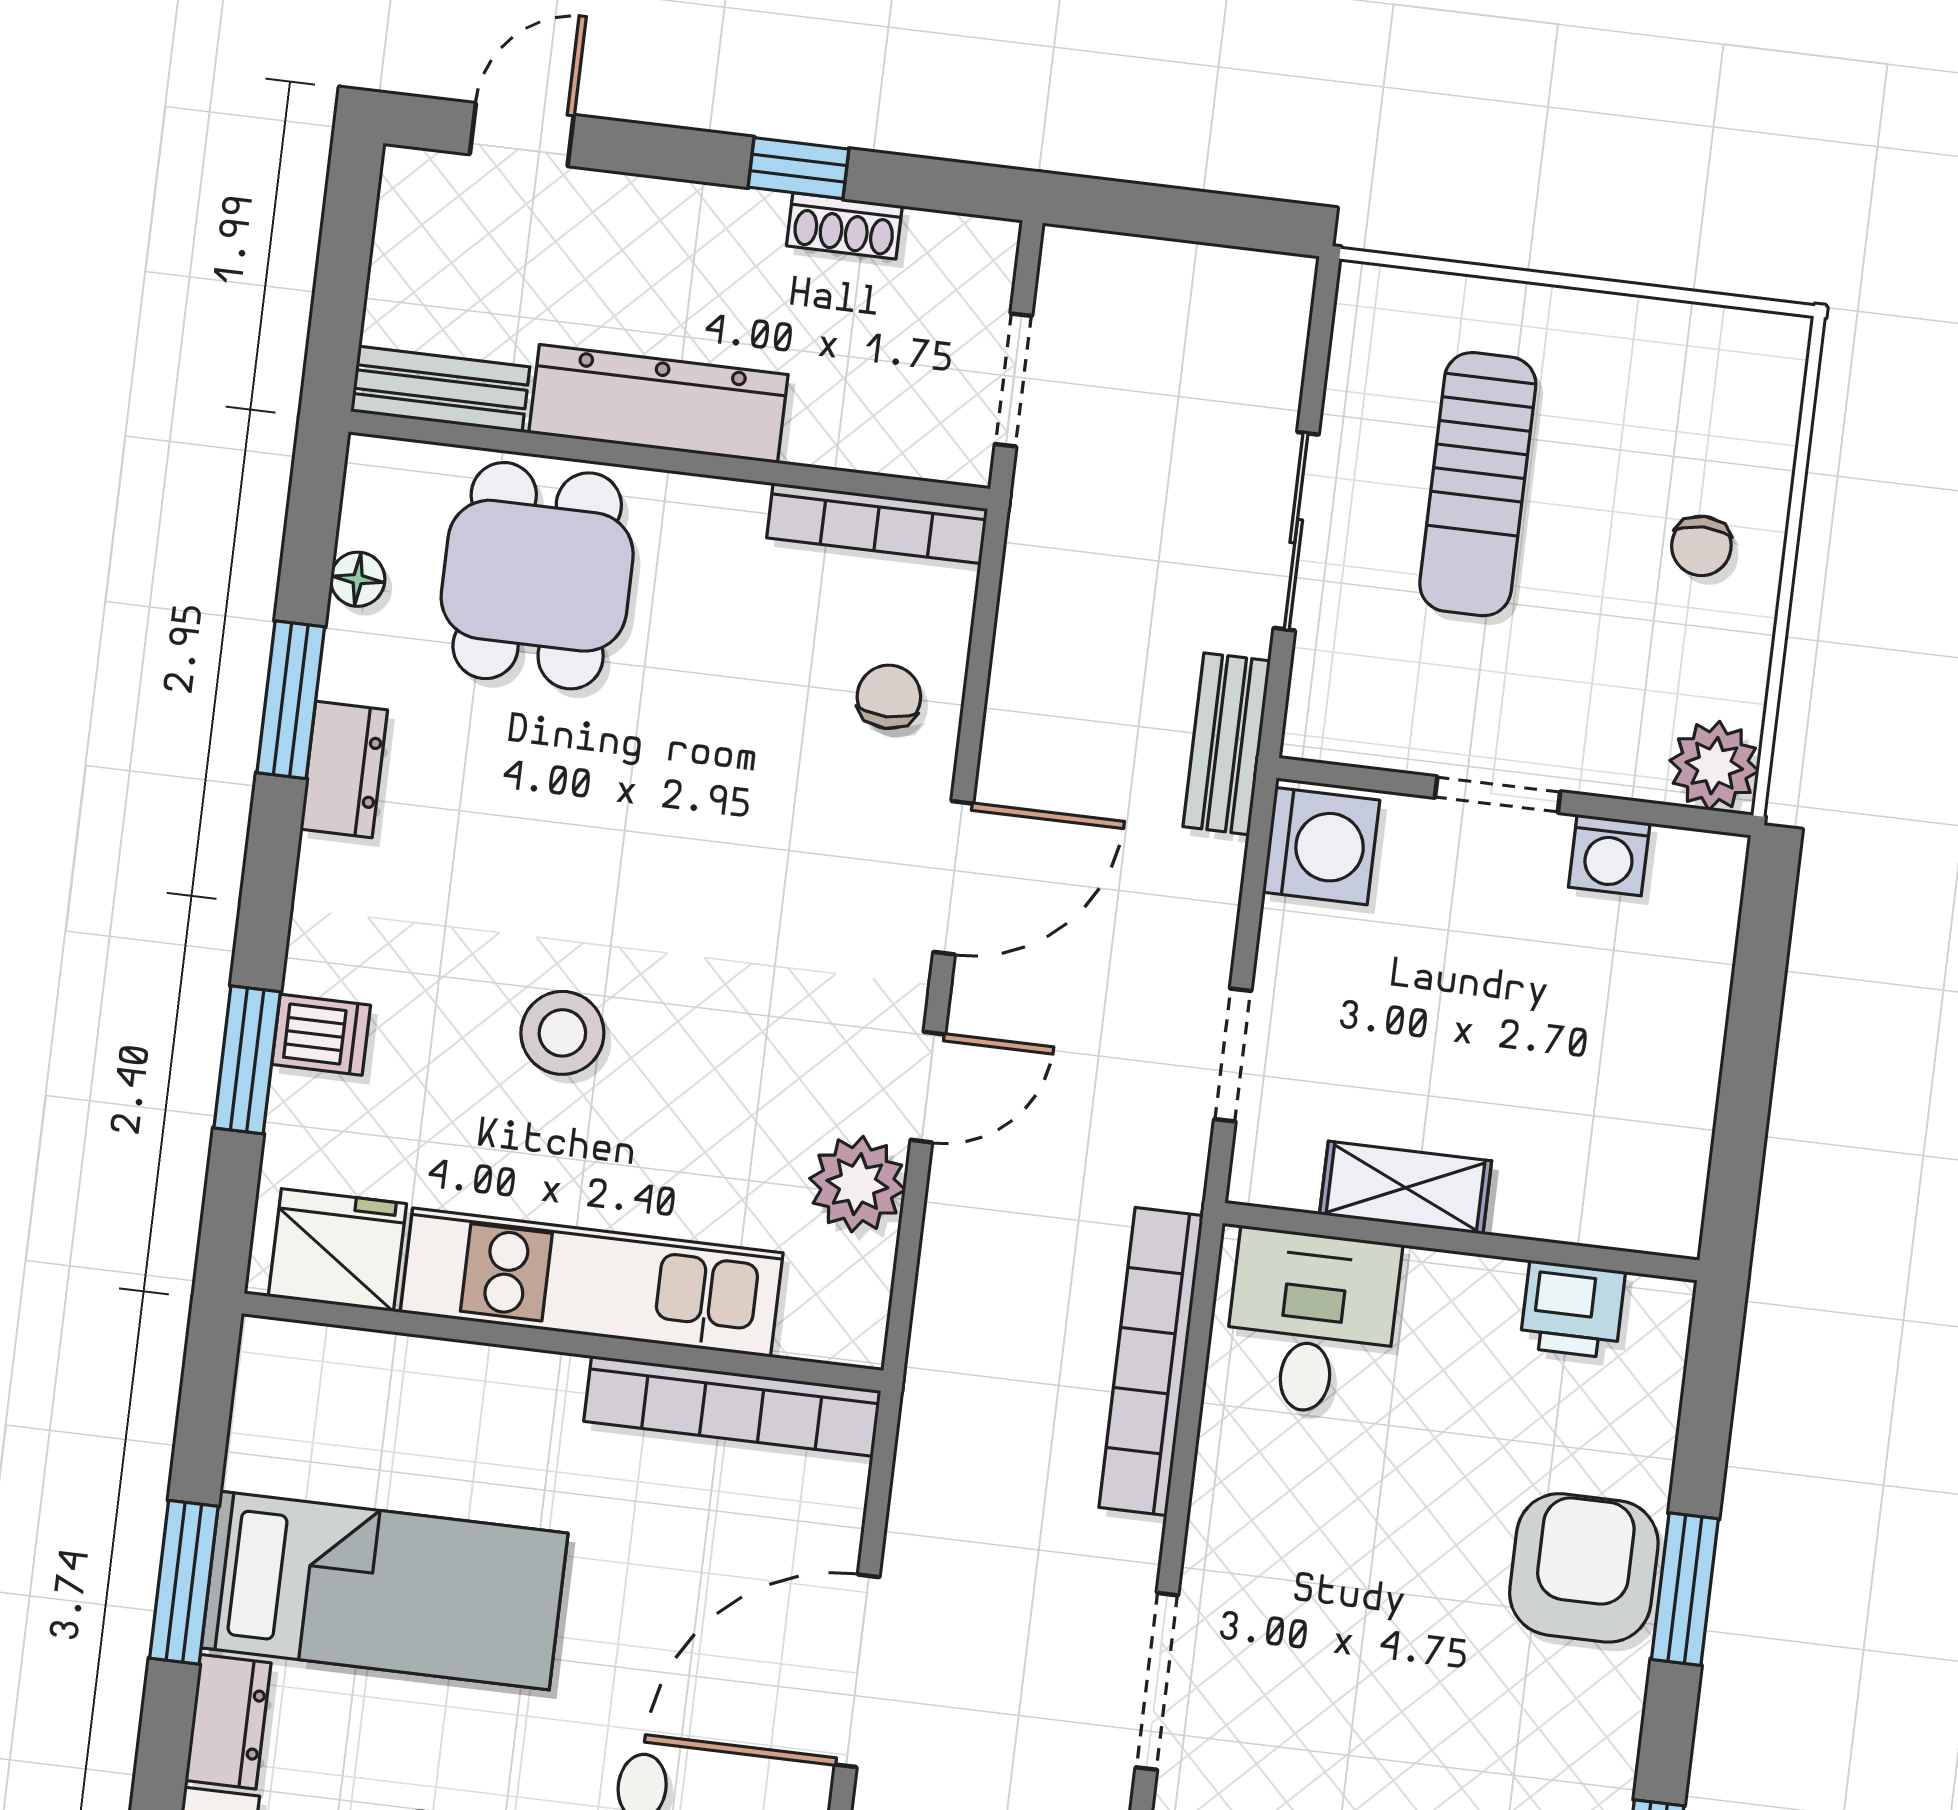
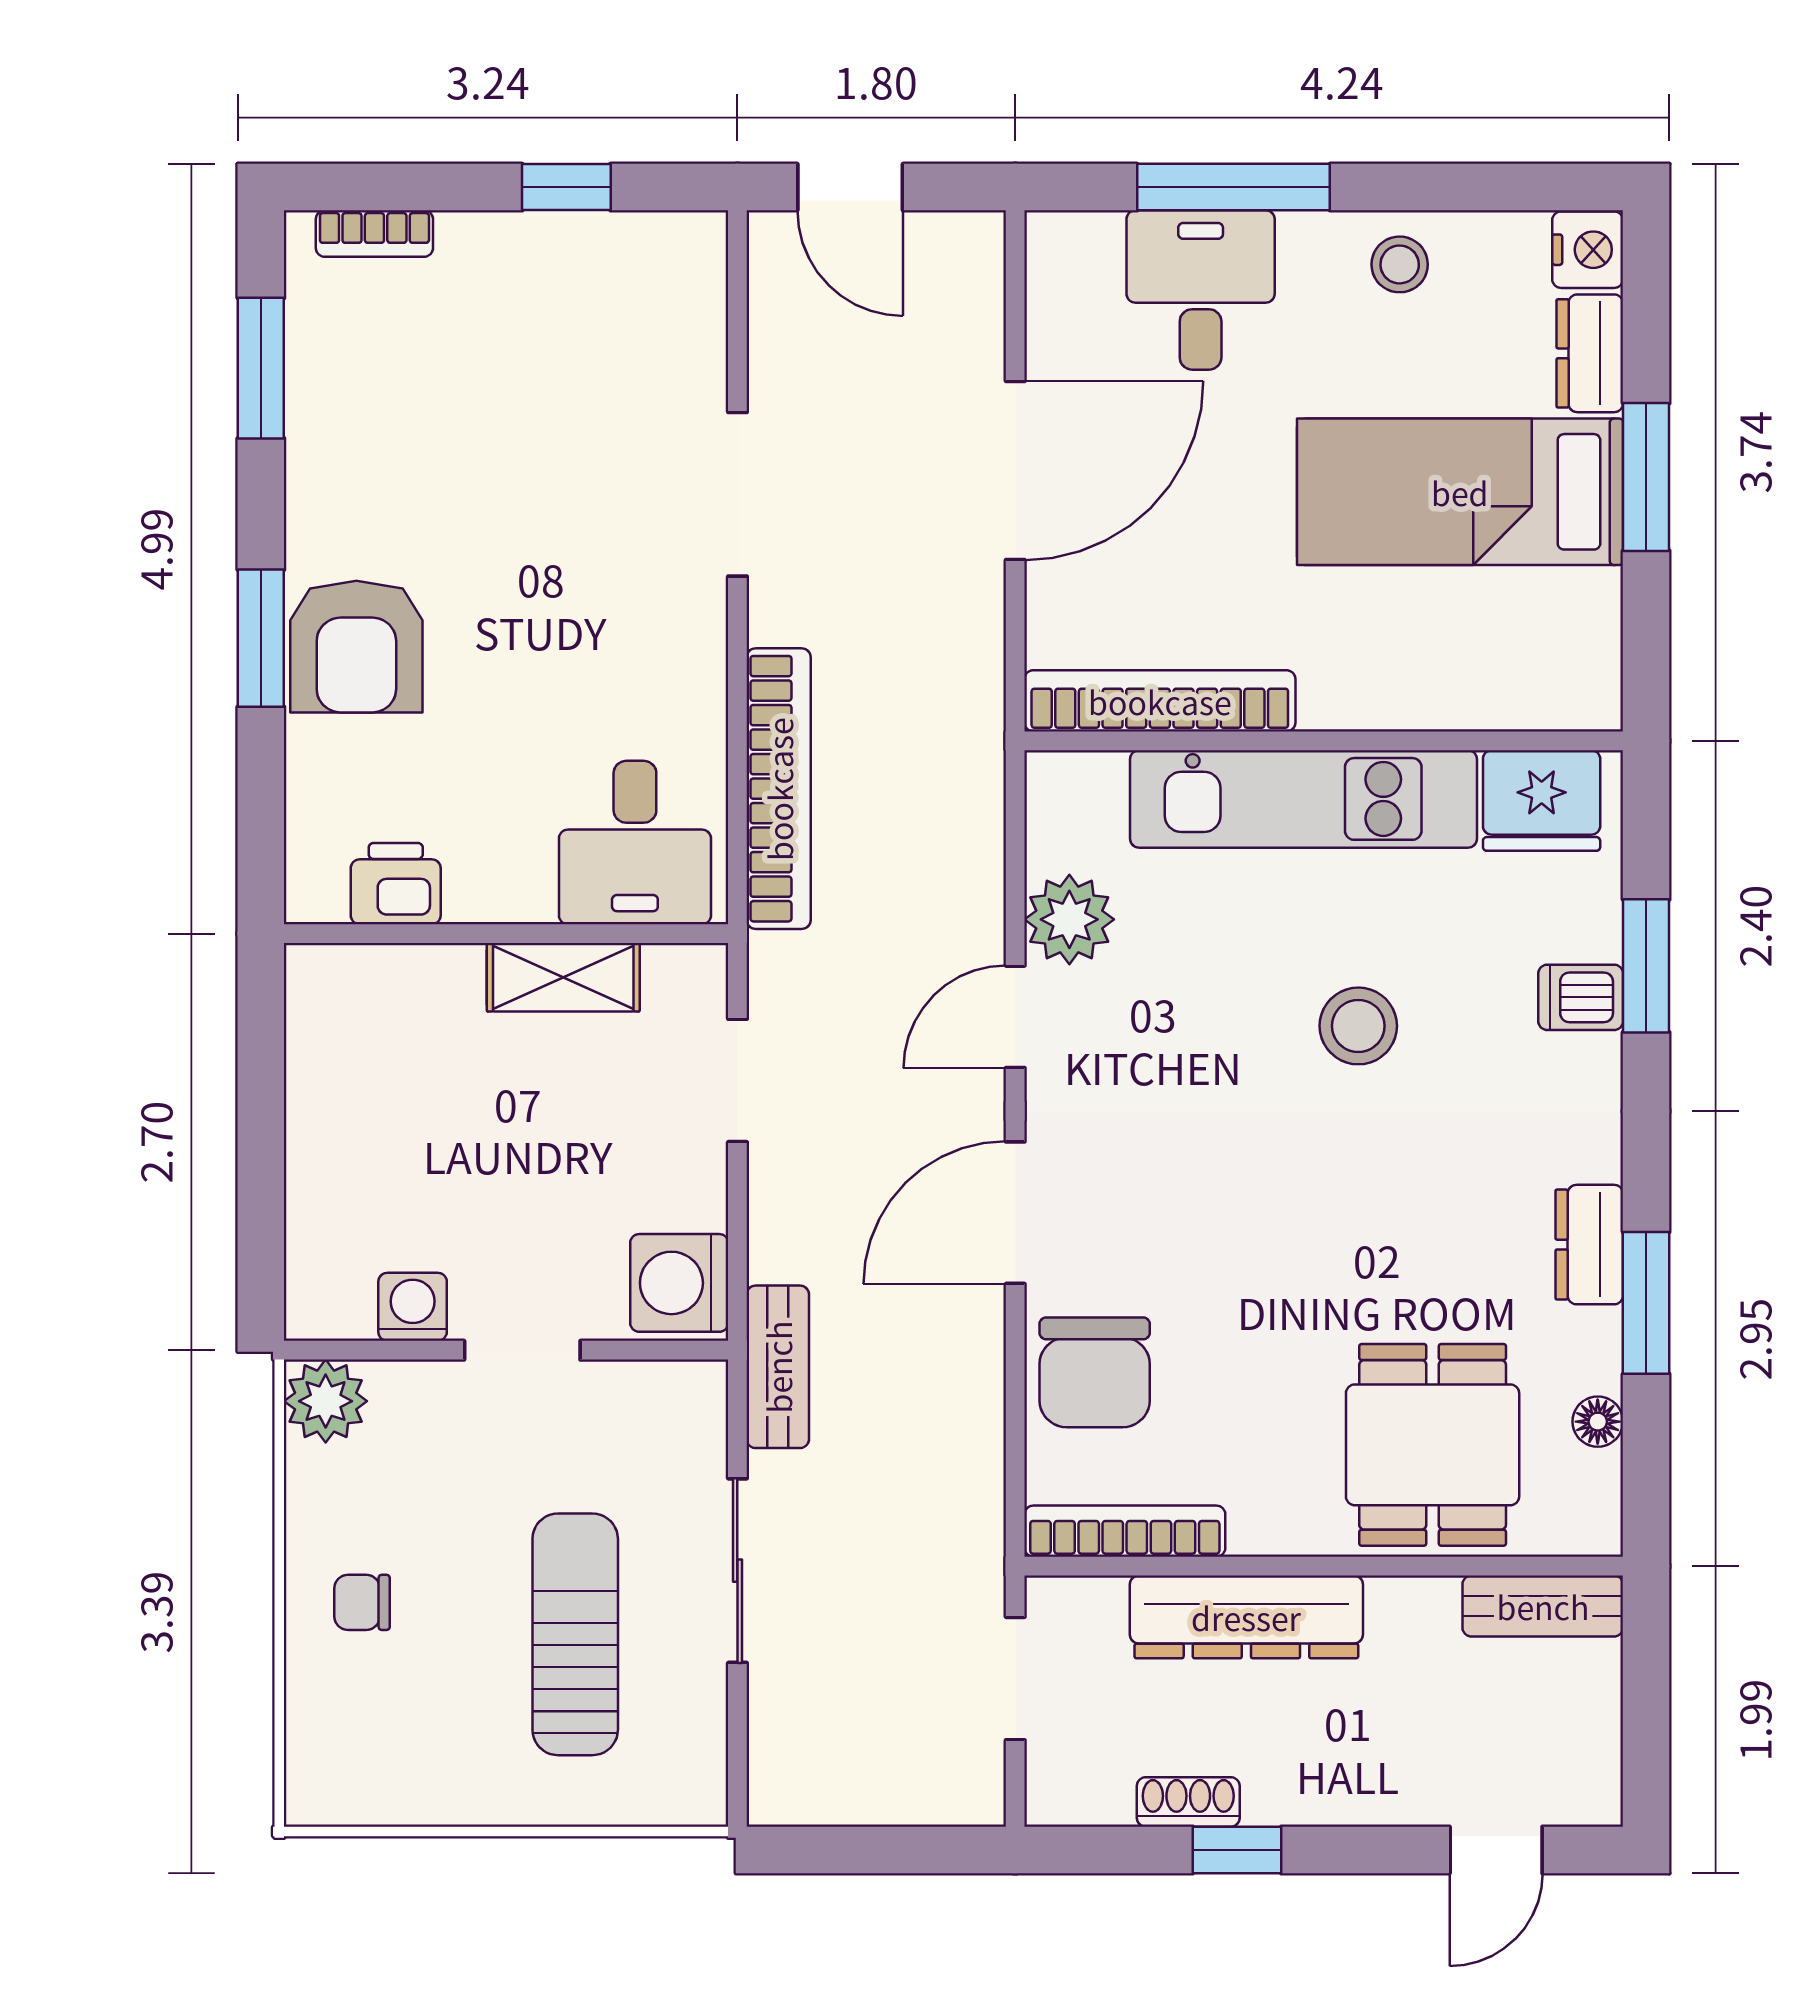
dresser: (658, 404) -> (1246, 1617), moved
chair: (1701, 546) -> (362, 1602), turned -90
chair: (889, 697) -> (1095, 1372), width x1.87, depth x1.87

